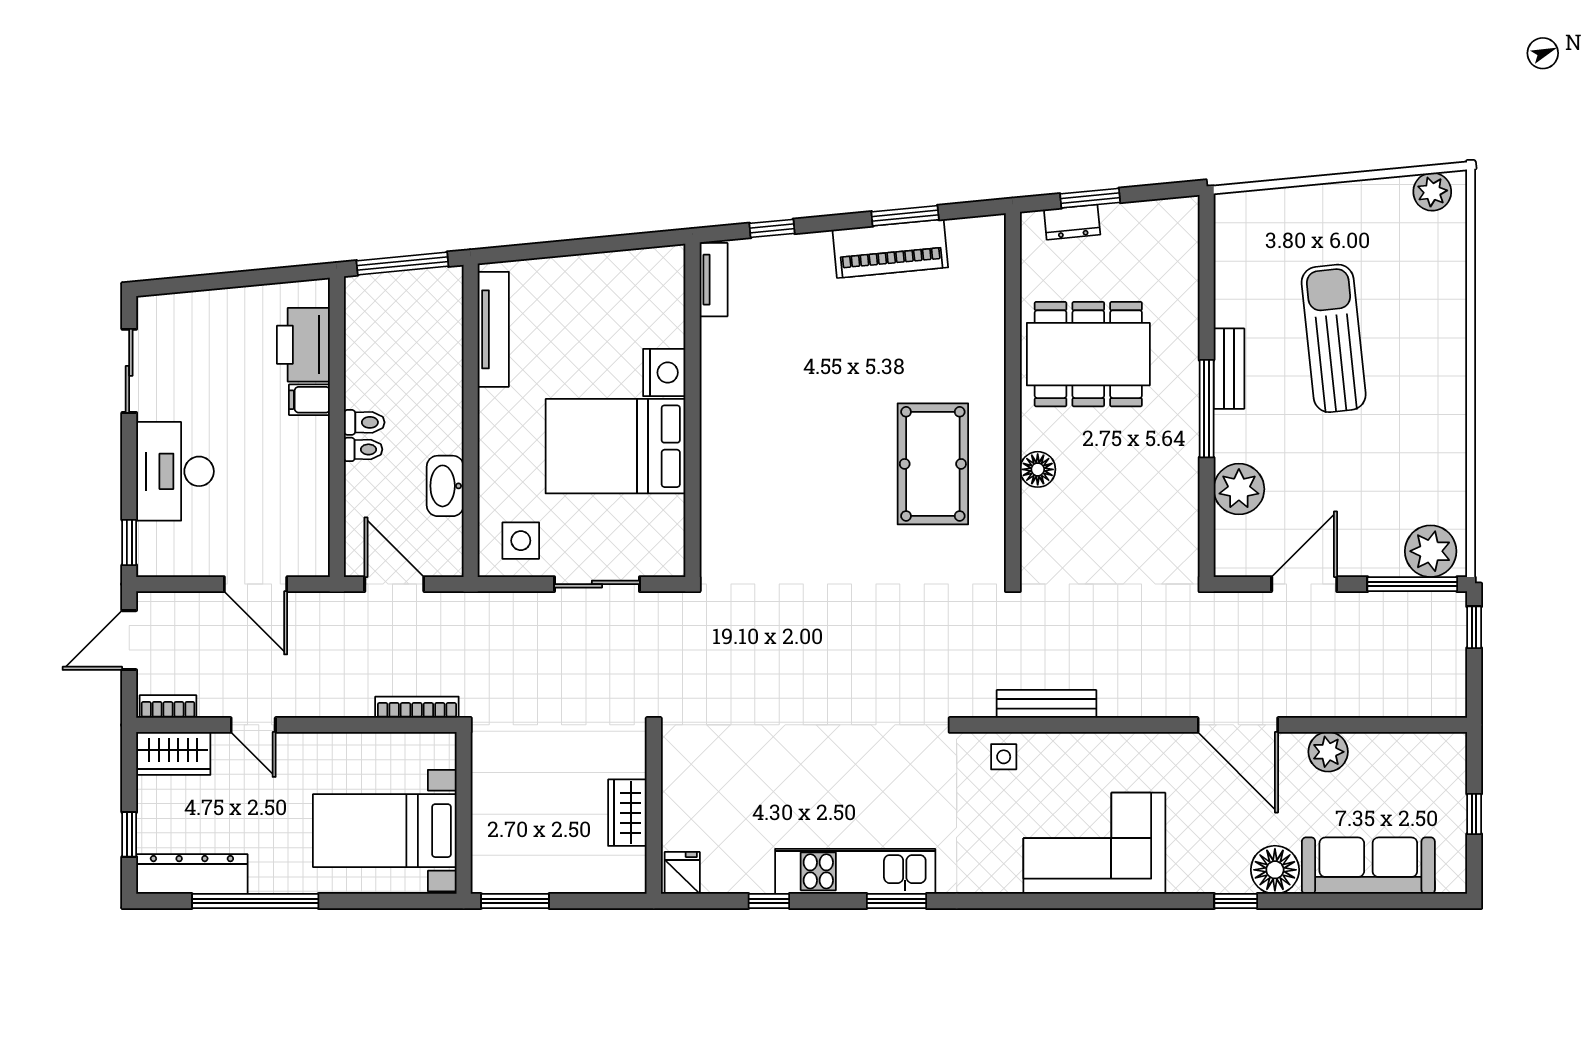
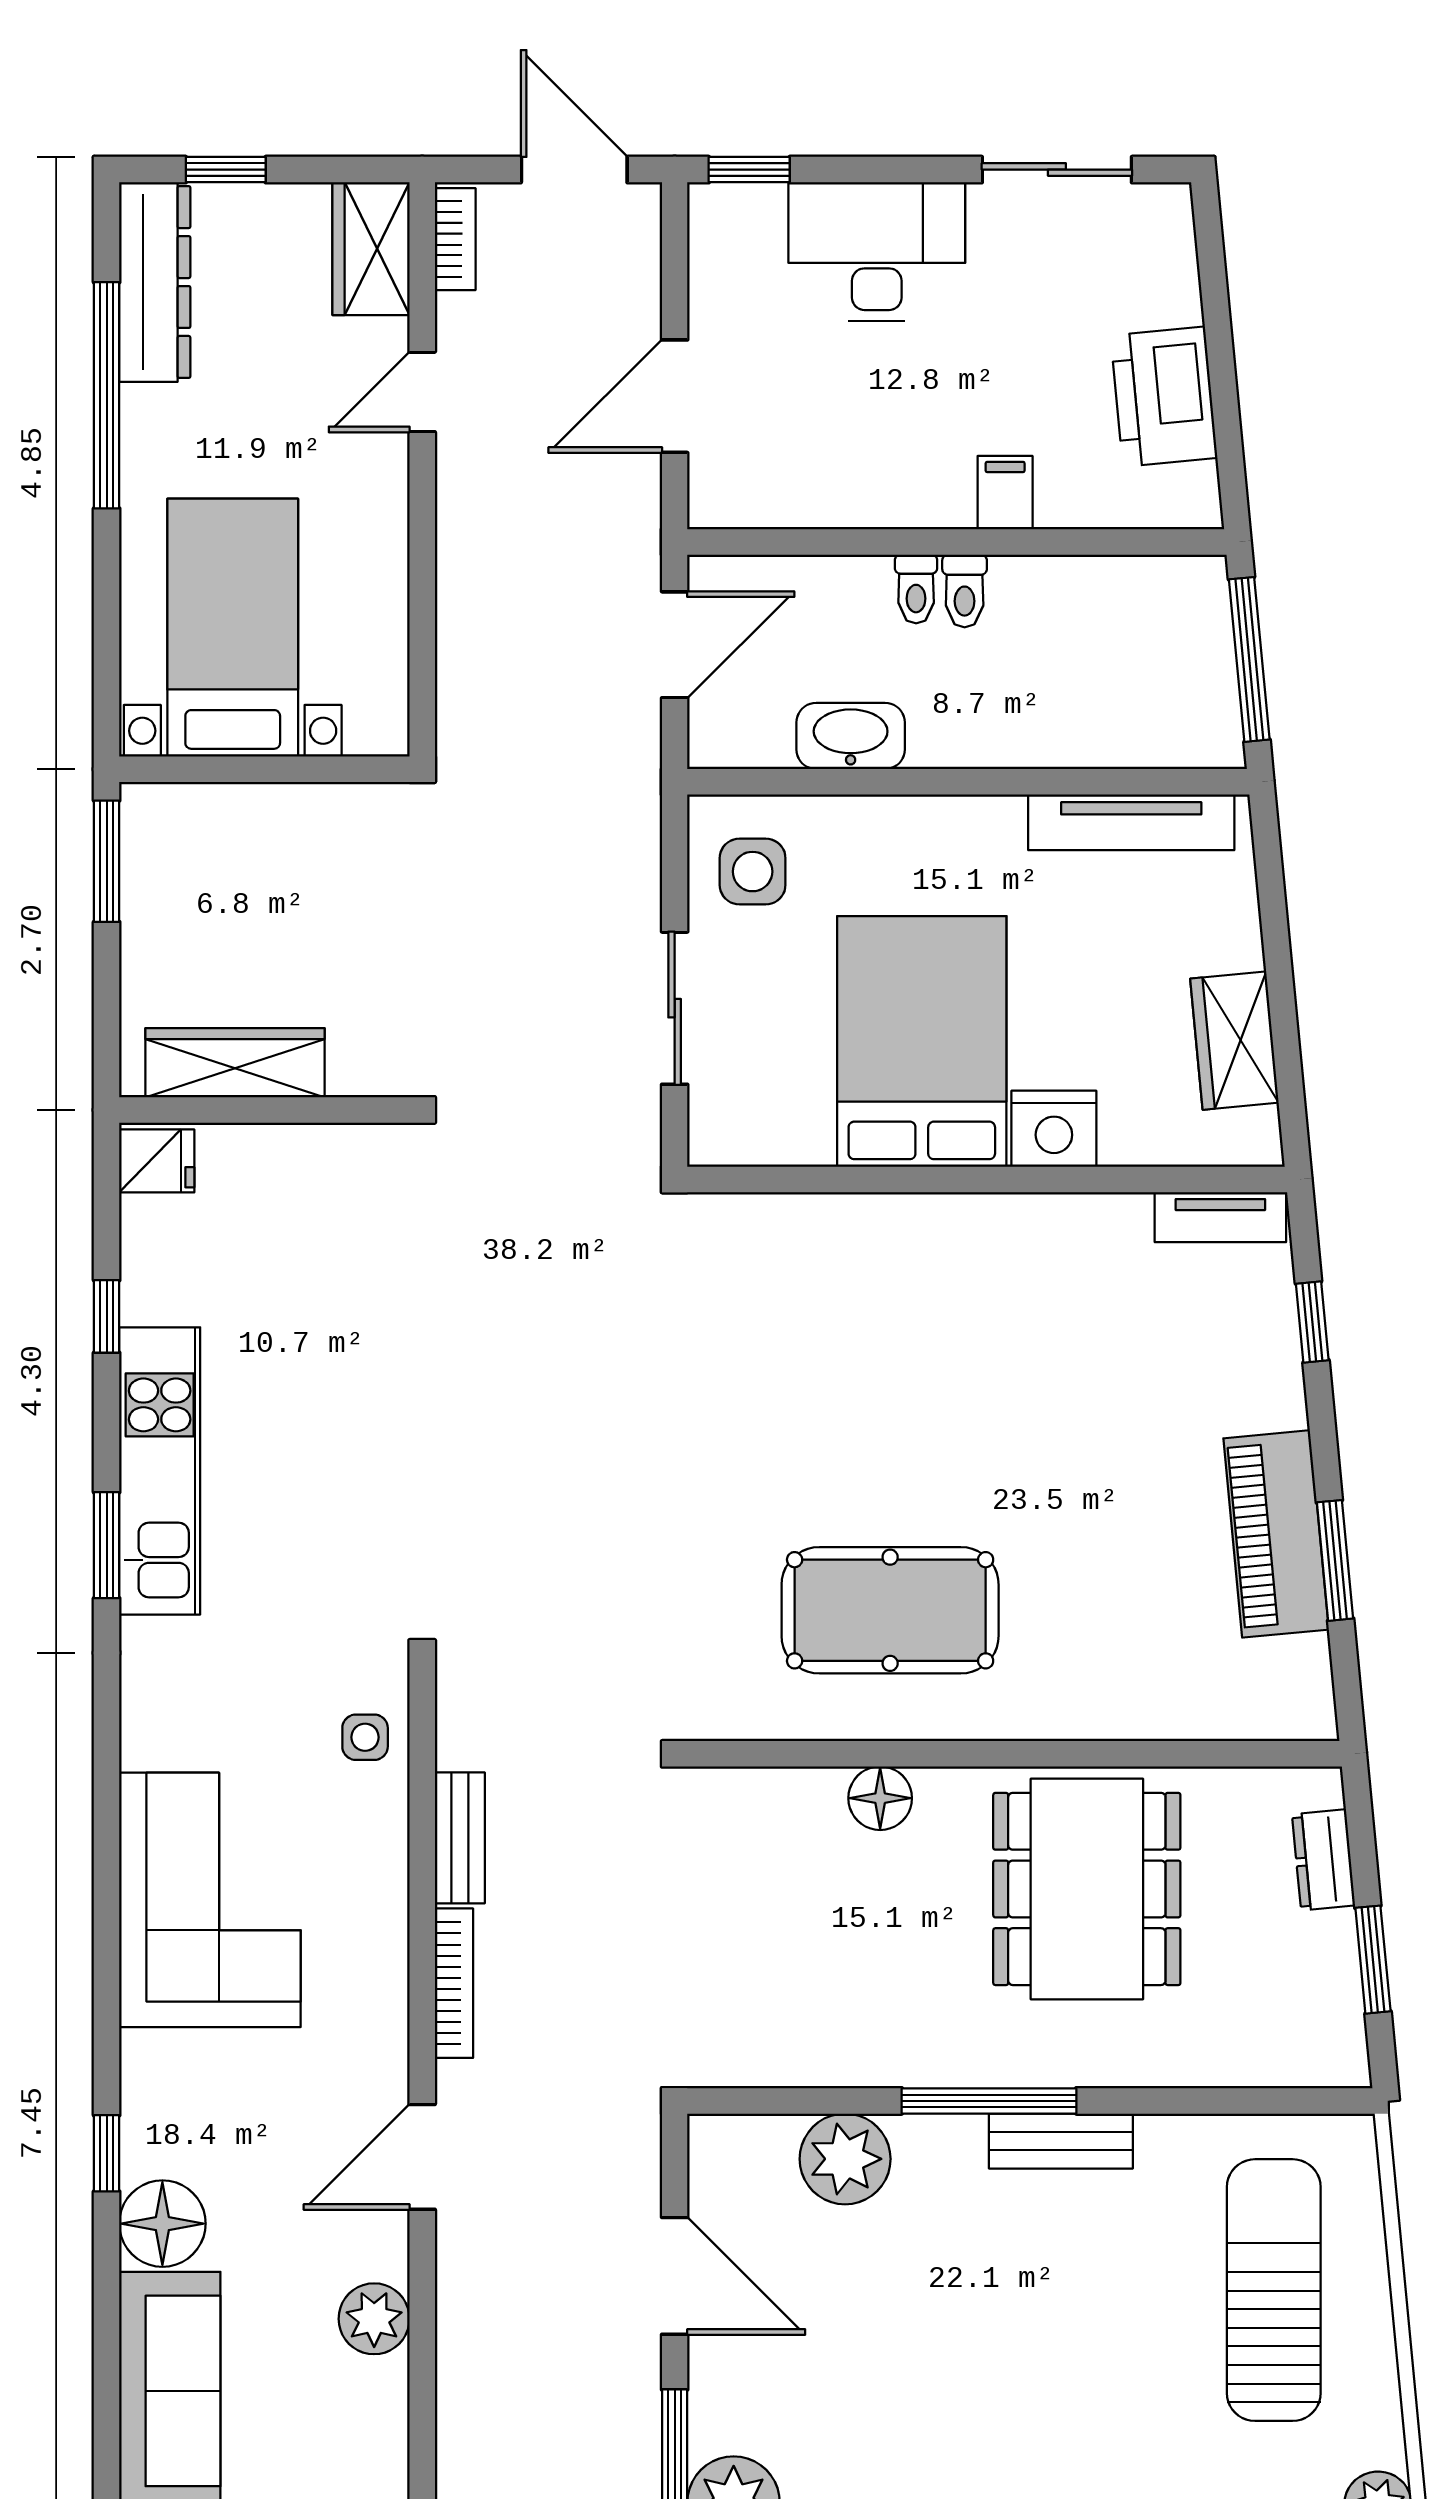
window: (1090, 198) -> (1373, 1960), moved
wardrobe: (615, 272) -> (1234, 1041), added
sun lounger: (1334, 338) -> (1274, 2290), moved, turned -84
printer: (303, 345) -> (1164, 397), moved, turned -95
bench: (1047, 704) -> (460, 1838), width x0.73
bookcase: (417, 707) -> (454, 1983), moved
door: (1238, 725) -> (422, 2157), width x0.73
wardrobe: (627, 813) -> (235, 1063), width x1.50

